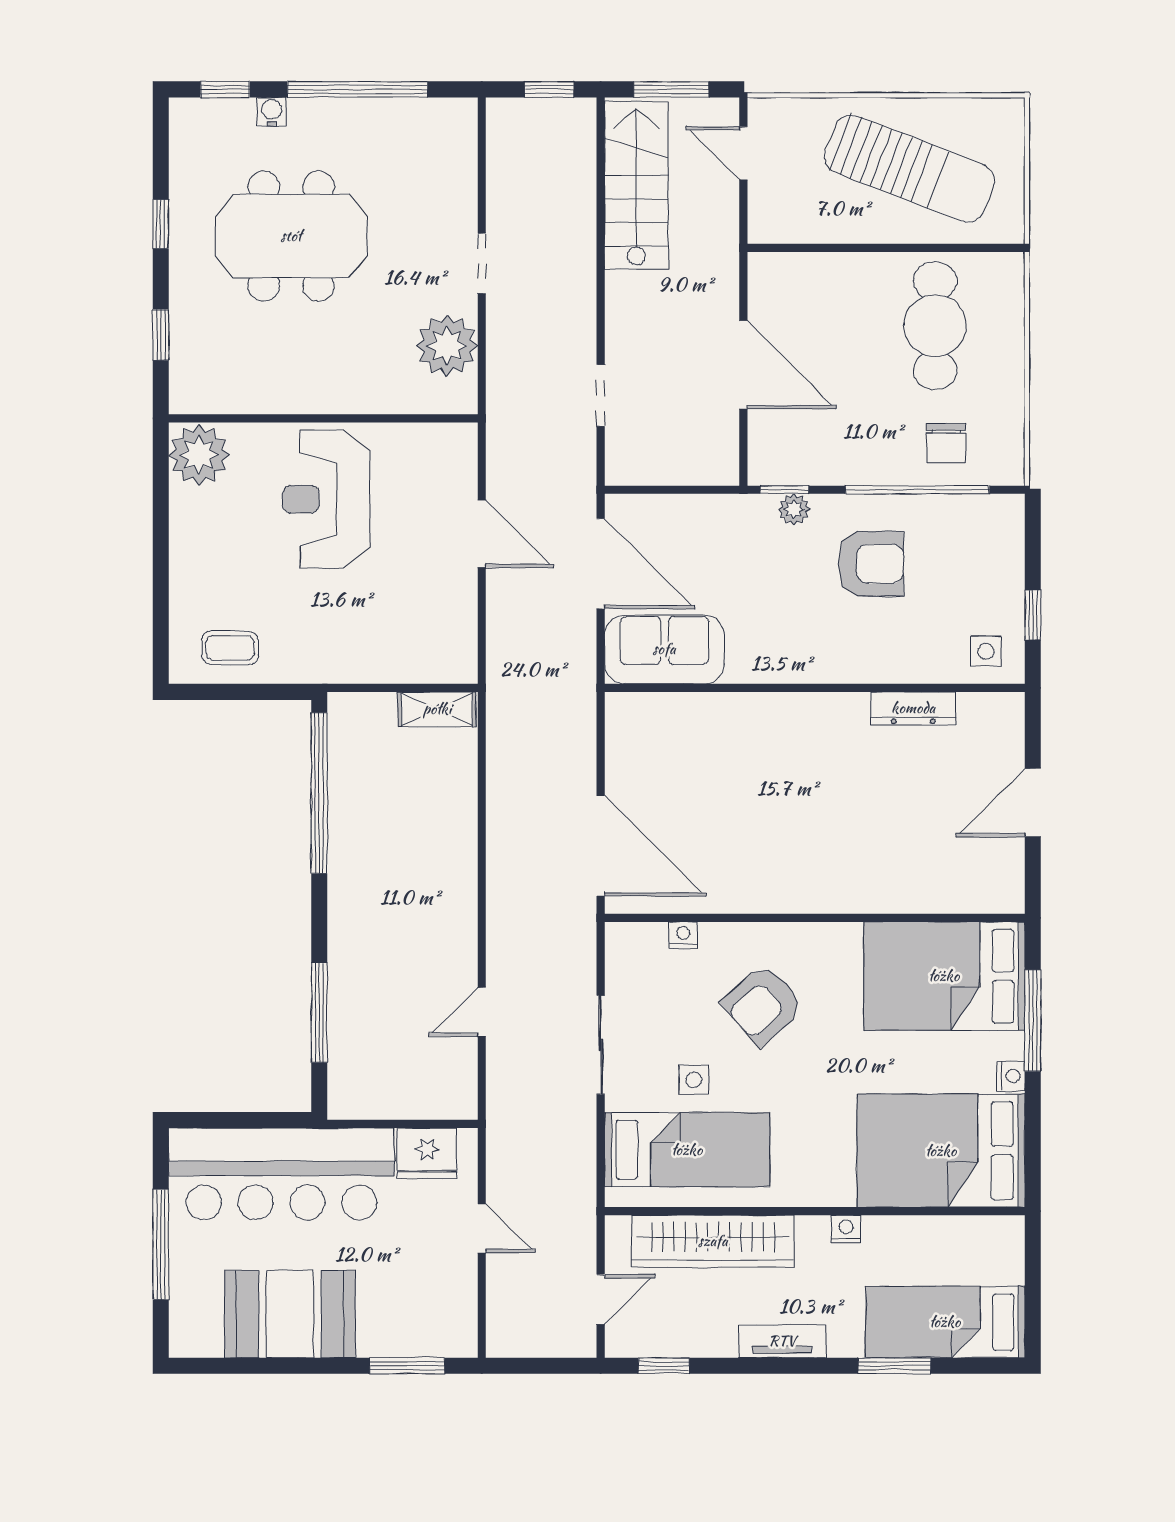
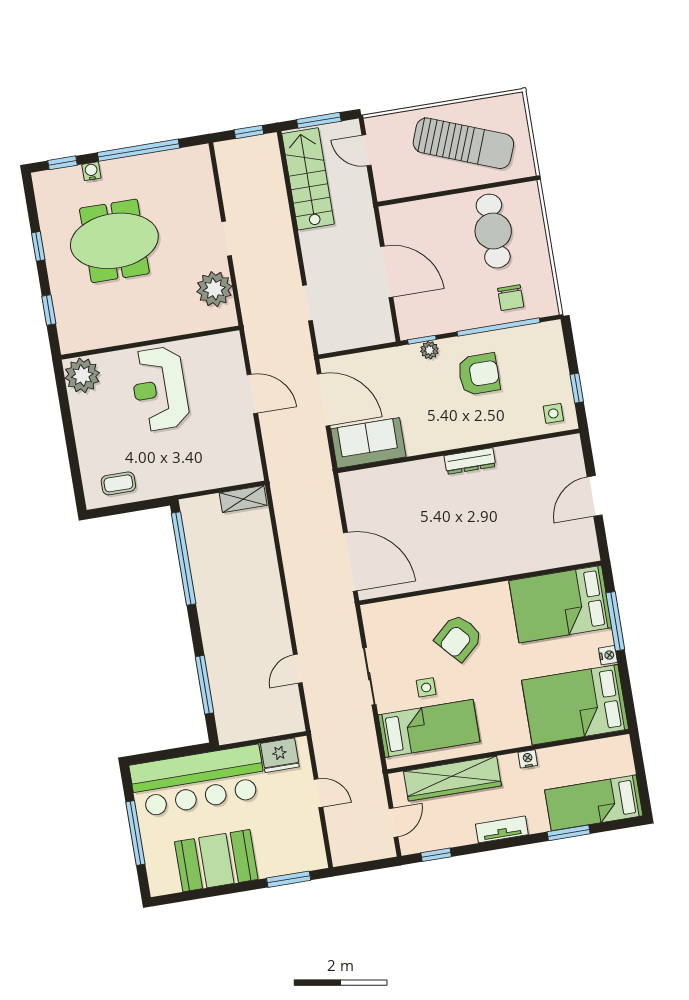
dresser: (913, 708) -> (470, 461), moved
nightstand: (683, 935) -> (406, 605), removed

